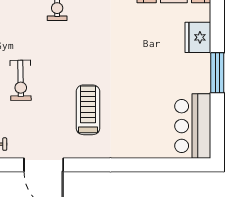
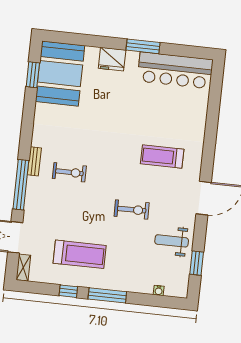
bar counter: (193, 126) -> (175, 70), width x1.36

